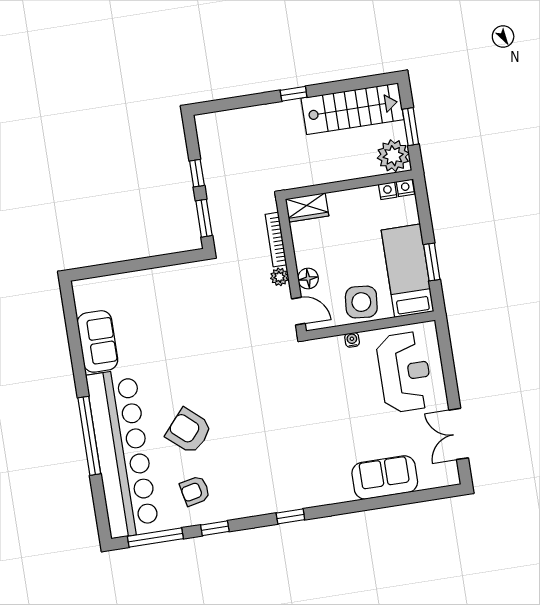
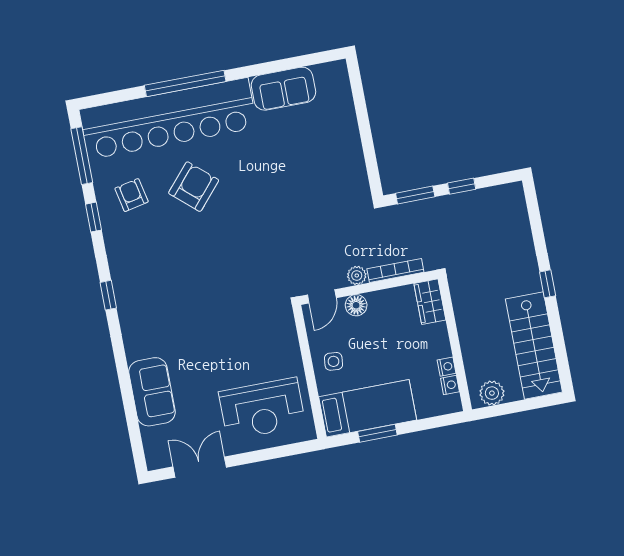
window: (411, 127) -> (517, 406), removed
plant: (393, 156) -> (492, 393), width x0.73, depth x0.73
nightstand: (405, 188) -> (447, 367), moved
side table: (361, 302) -> (333, 361), width x0.54, depth x0.54
water cooler: (352, 340) -> (294, 353), removed

